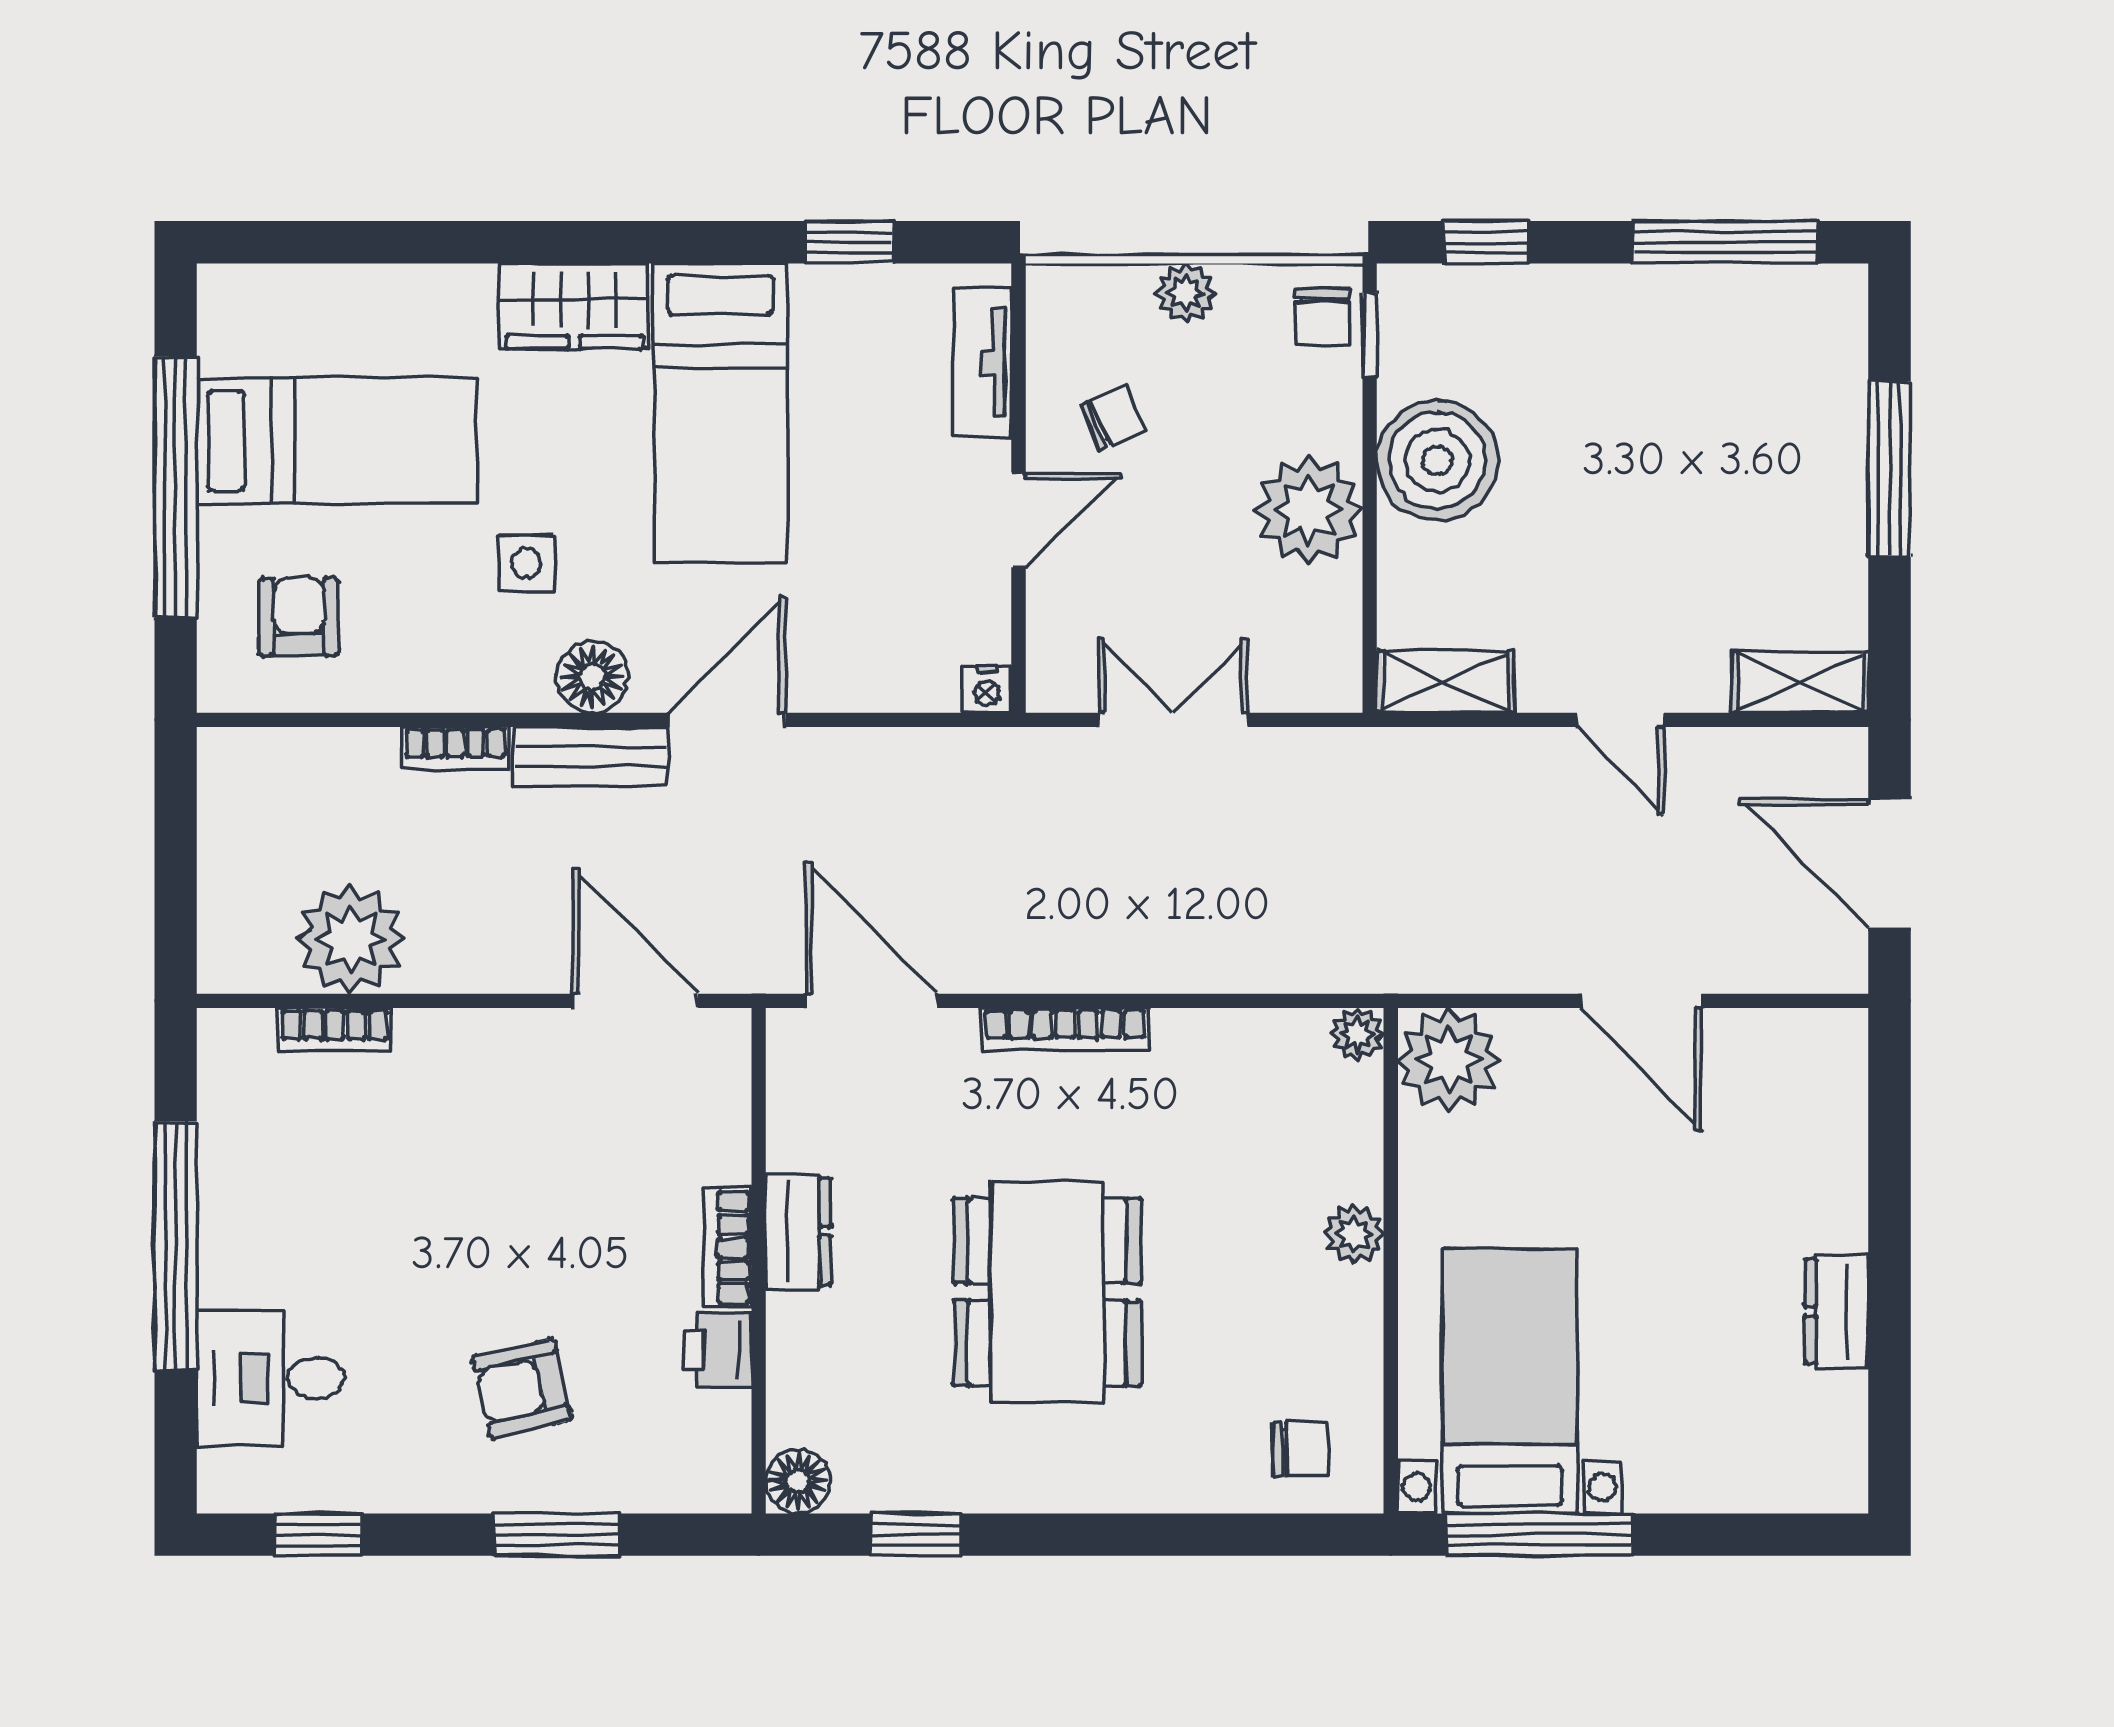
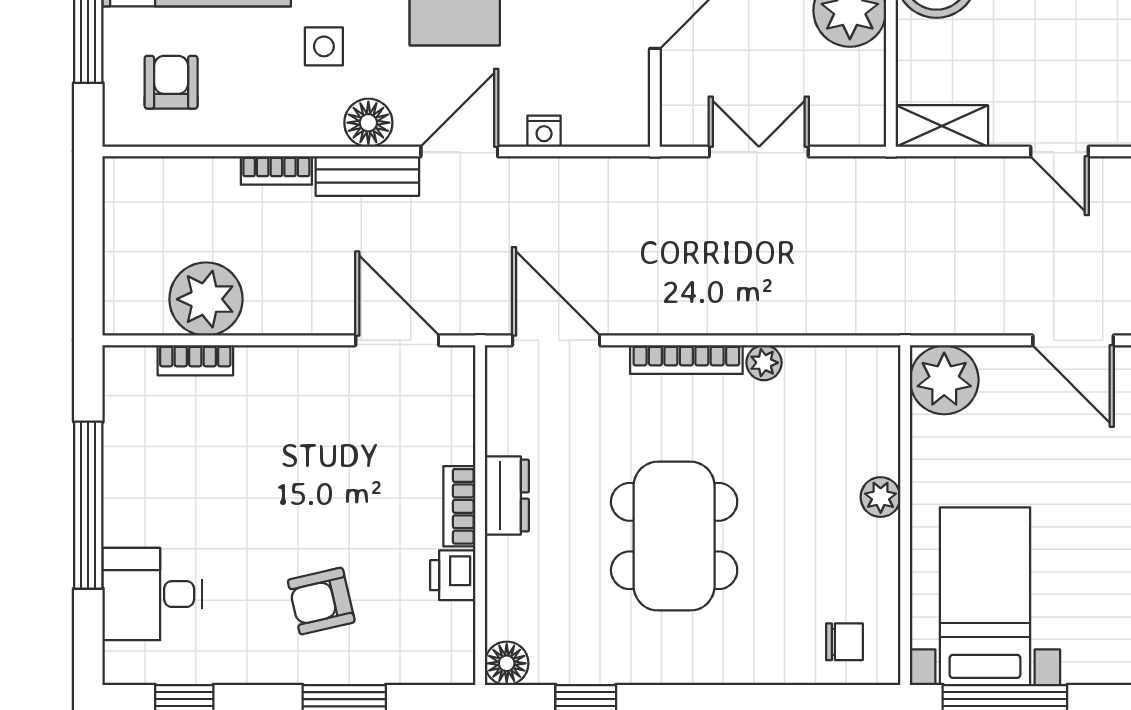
nightstand: (987, 690) -> (544, 131), moved
plant: (1358, 1034) -> (764, 363), moved

